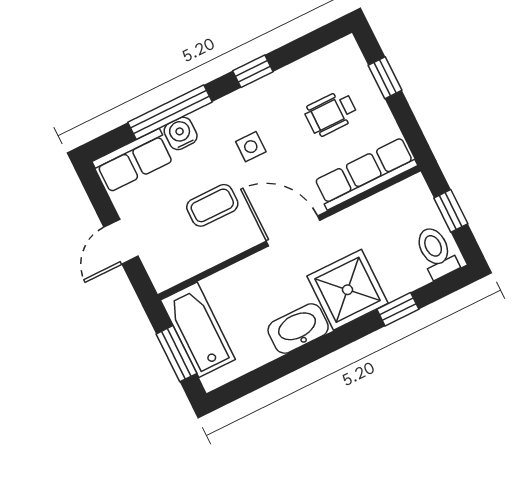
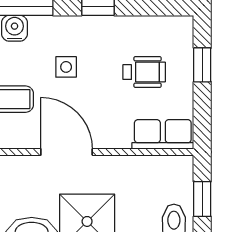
wheelchair: (331, 113) -> (144, 72), turned 180
row of seats: (365, 173) -> (163, 134), width x0.68

